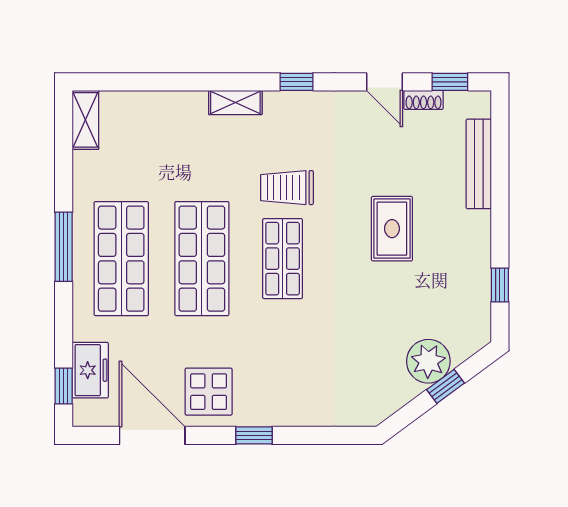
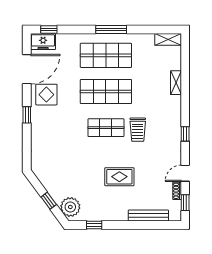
shelving: (235, 102) -> (176, 83), moved
trolley: (287, 188) -> (138, 130), turned 180
plant: (428, 361) -> (70, 207), moved
freezer: (90, 370) -> (43, 41), moved

